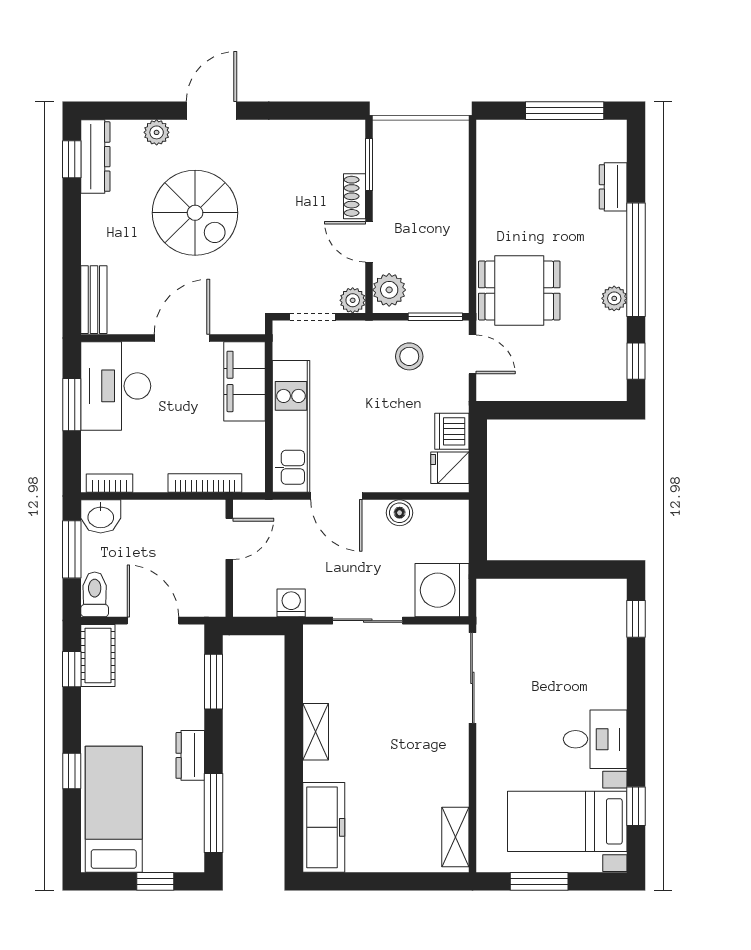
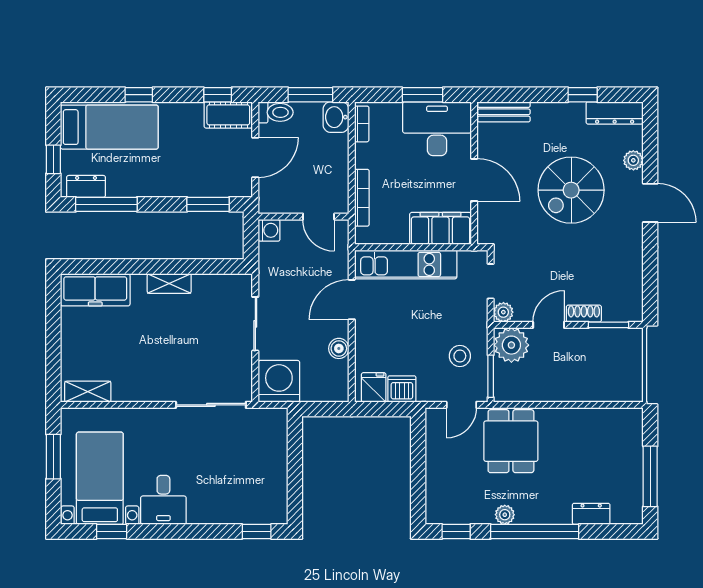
window: (72, 159) -> (583, 95), moved
plant: (389, 290) -> (511, 345), width x1.36, depth x1.36
washing machine: (291, 603) -> (269, 230), moved
dresser: (190, 755) -> (86, 186), moved

